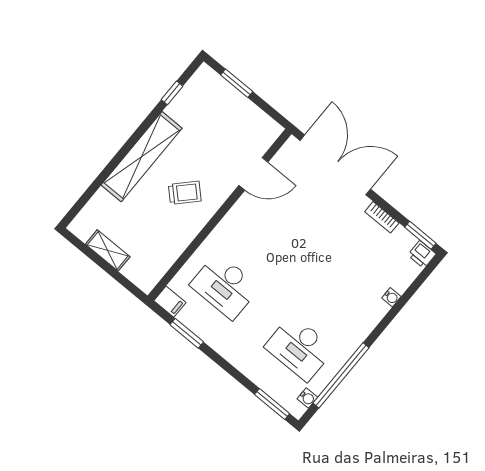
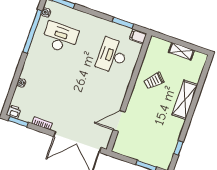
shelving: (142, 157) -> (185, 100), width x0.68
trolley: (185, 193) -> (154, 81), moved
desk: (225, 286) -> (112, 56), turned -90

